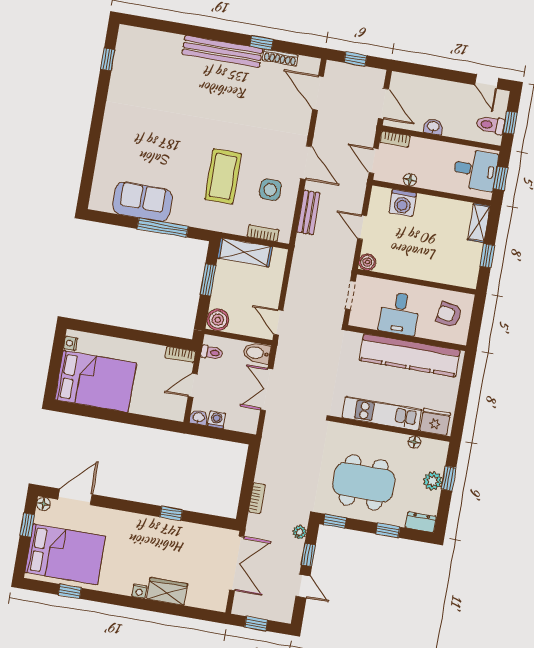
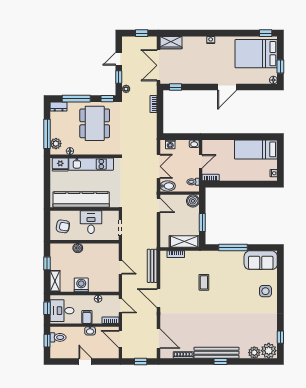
plant: (132, 40) -> (269, 351), added
plant: (157, 41) -> (254, 353), added
window: (262, 43) -> (220, 362), moved
door: (487, 82) -> (85, 362), moved
filing cabinet: (435, 152) -> (87, 317), added
coffee table: (223, 176) -> (204, 282), width x0.54, depth x0.58
side table: (270, 190) -> (265, 291), moved
sofa: (142, 202) -> (261, 260), moved
washing machine: (403, 203) -> (81, 285), moved
bench: (308, 212) -> (152, 266), width x1.36
boiler: (367, 262) -> (78, 248), moved
bed: (96, 381) -> (256, 149), width x0.67
washing machine: (217, 420) -> (170, 144), moved
window: (449, 478) -> (47, 134), width x2.17
plant: (433, 481) -> (56, 144), moved
dining table: (364, 482) -> (95, 123), turned 90
door: (75, 497) -> (227, 87), moved
window: (171, 513) -> (176, 87), moved
window: (388, 530) -> (76, 99), width x2.17
door: (303, 586) -> (119, 59), hinge flipped
window: (70, 591) -> (266, 33), moved
wardrobe: (167, 591) -> (171, 43), moved

